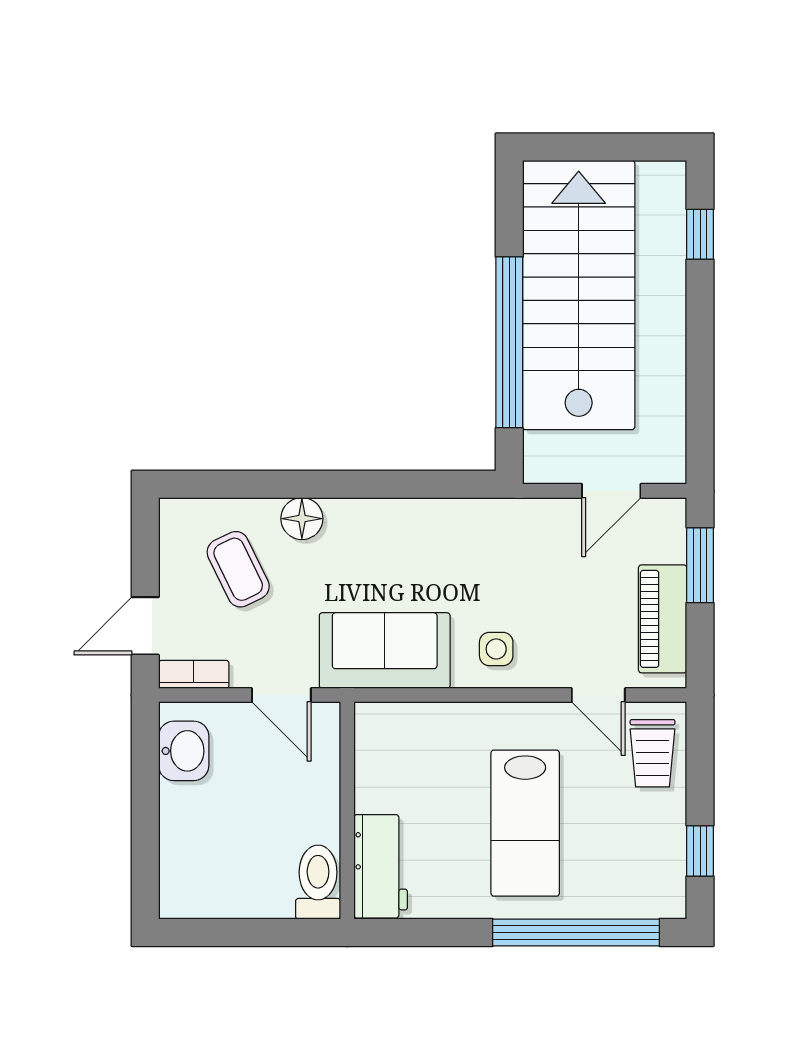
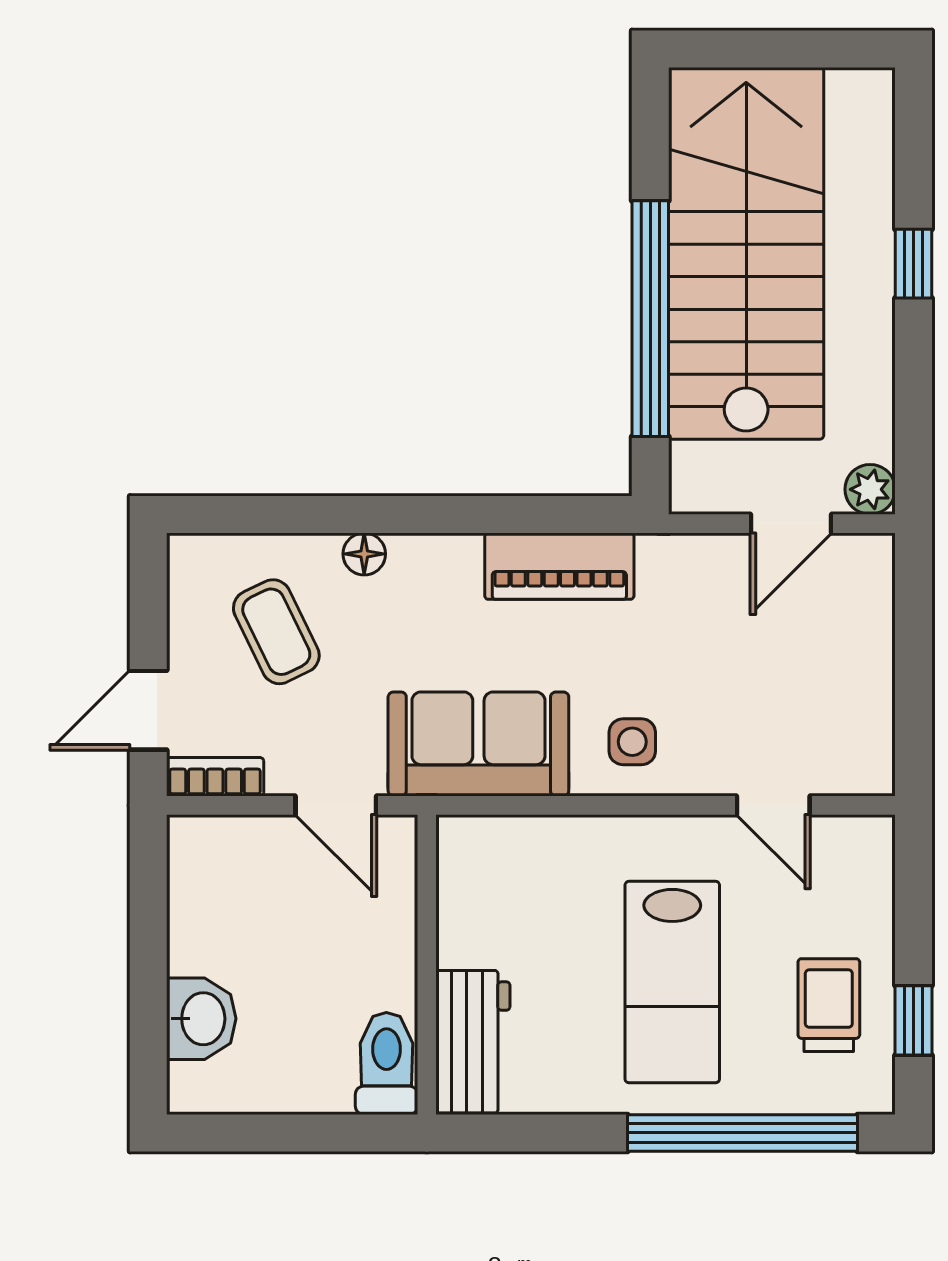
window: (700, 234) -> (914, 264), moved
plant: (669, 466) -> (870, 489), added
floor lamp: (302, 519) -> (364, 554), width x0.73, depth x0.73
window: (700, 565) -> (914, 626), removed
piano: (663, 619) -> (559, 566), moved, turned -90
washbasin: (184, 751) -> (201, 1019), moved
trolley: (653, 753) -> (829, 1005), moved, turned 180

